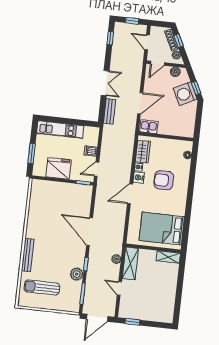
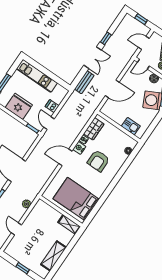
window: (110, 38) -> (106, 38), moved
door: (147, 42) -> (144, 43), hinge flipped
kitchen sink: (149, 127) -> (131, 126), moved
door: (97, 169) -> (49, 123), hinge flipped
armchair: (164, 180) -> (98, 161), turned -90
shelving: (130, 264) -> (54, 256), moved
window: (132, 322) -> (23, 268), moved

